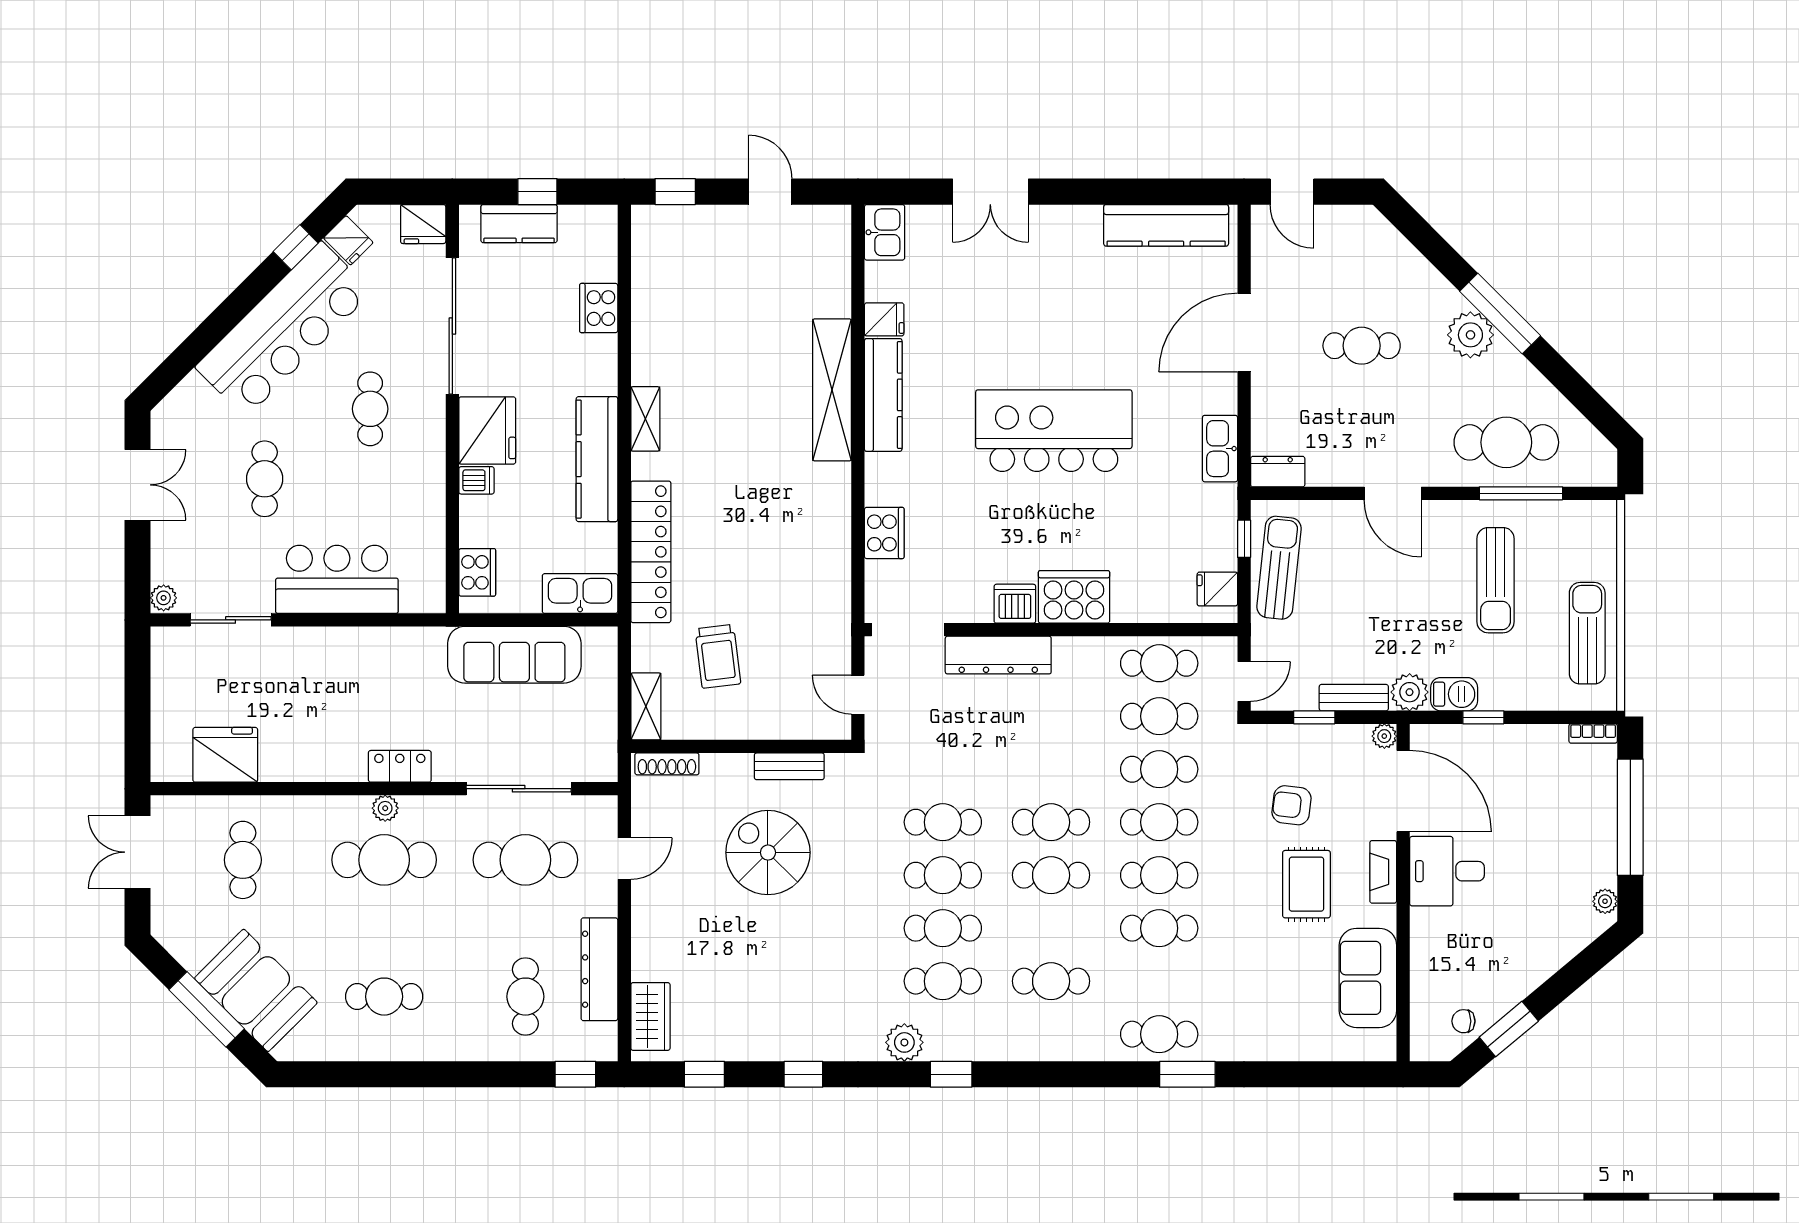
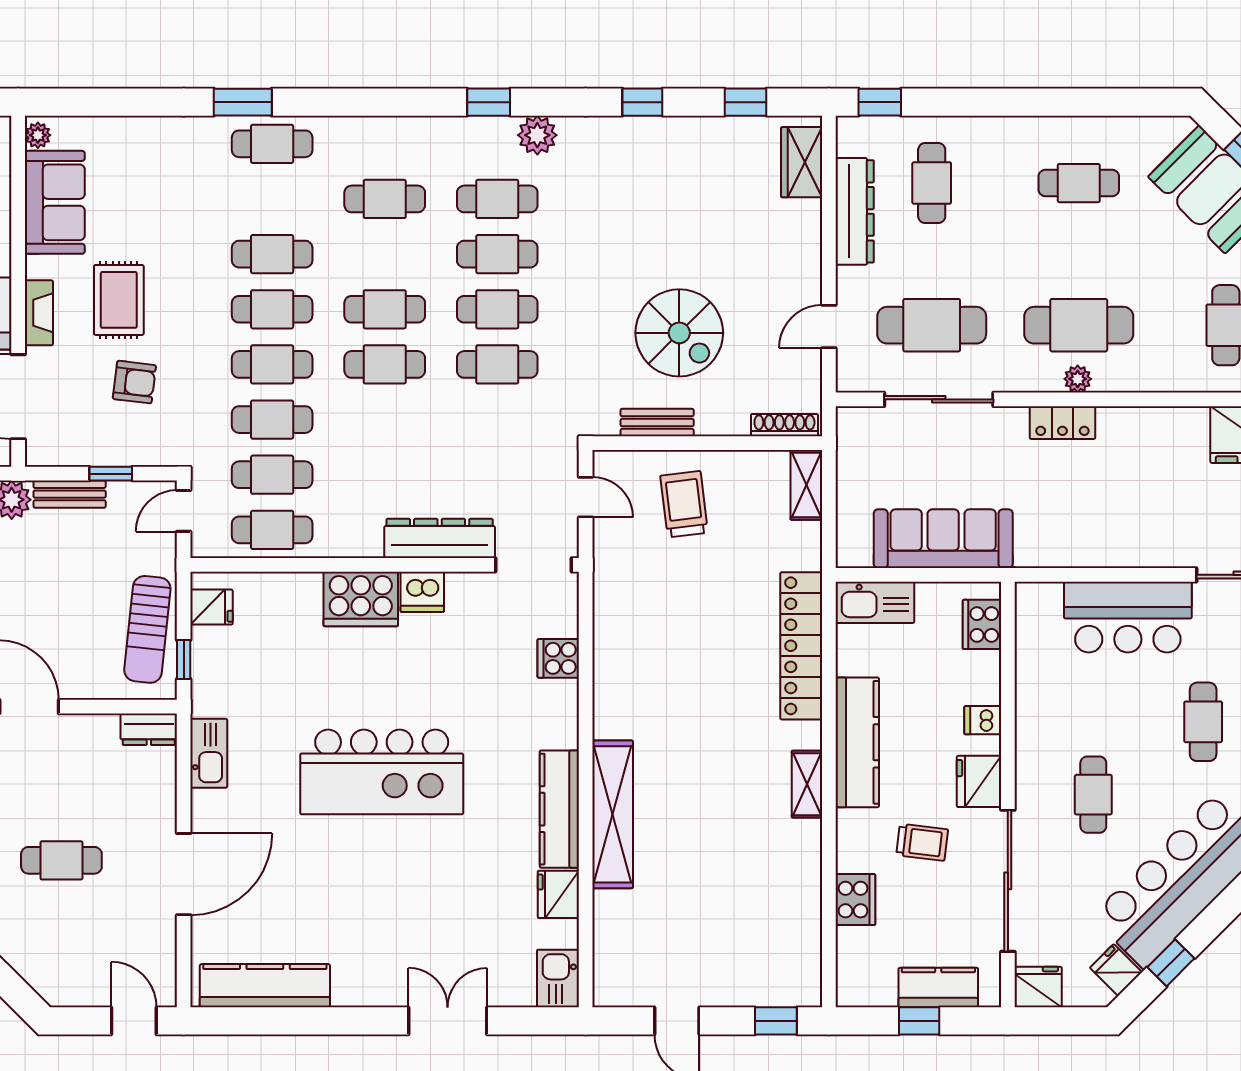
fridge: (884, 319) -> (558, 894), width x1.38
trolley: (535, 363) -> (922, 842), added
fridge: (487, 430) -> (979, 781), width x0.73, depth x0.75
cooker: (884, 533) -> (558, 658), width x0.73
trolley: (718, 656) -> (684, 504), moved
plant: (1384, 736) -> (38, 135), moved

